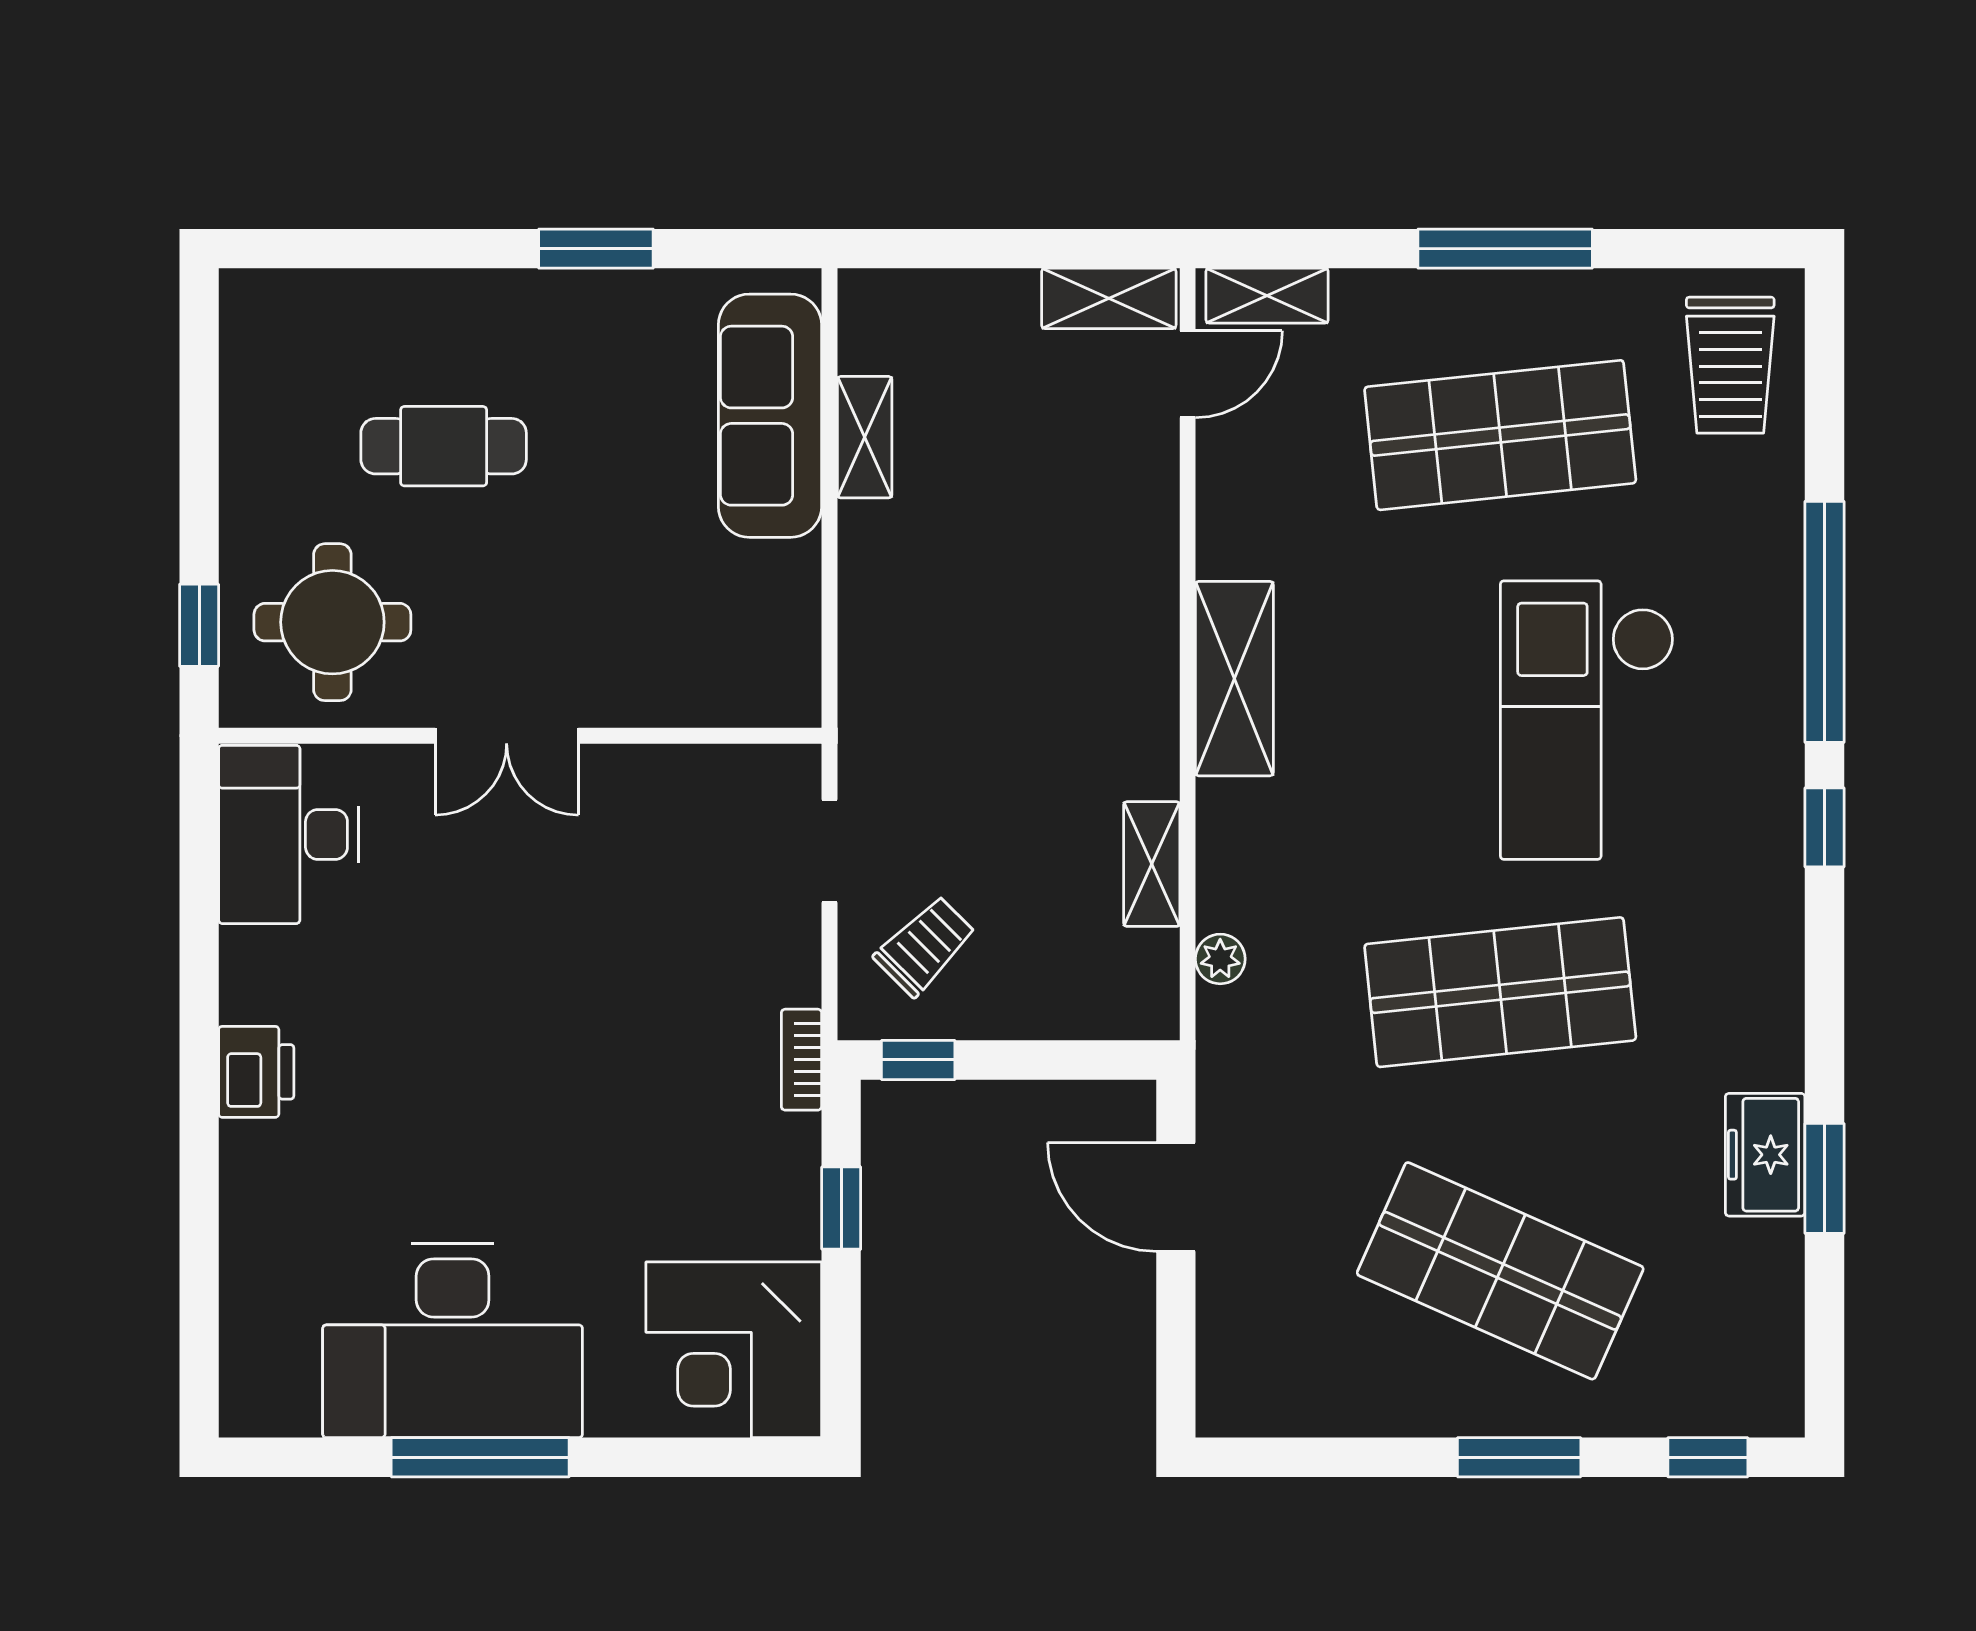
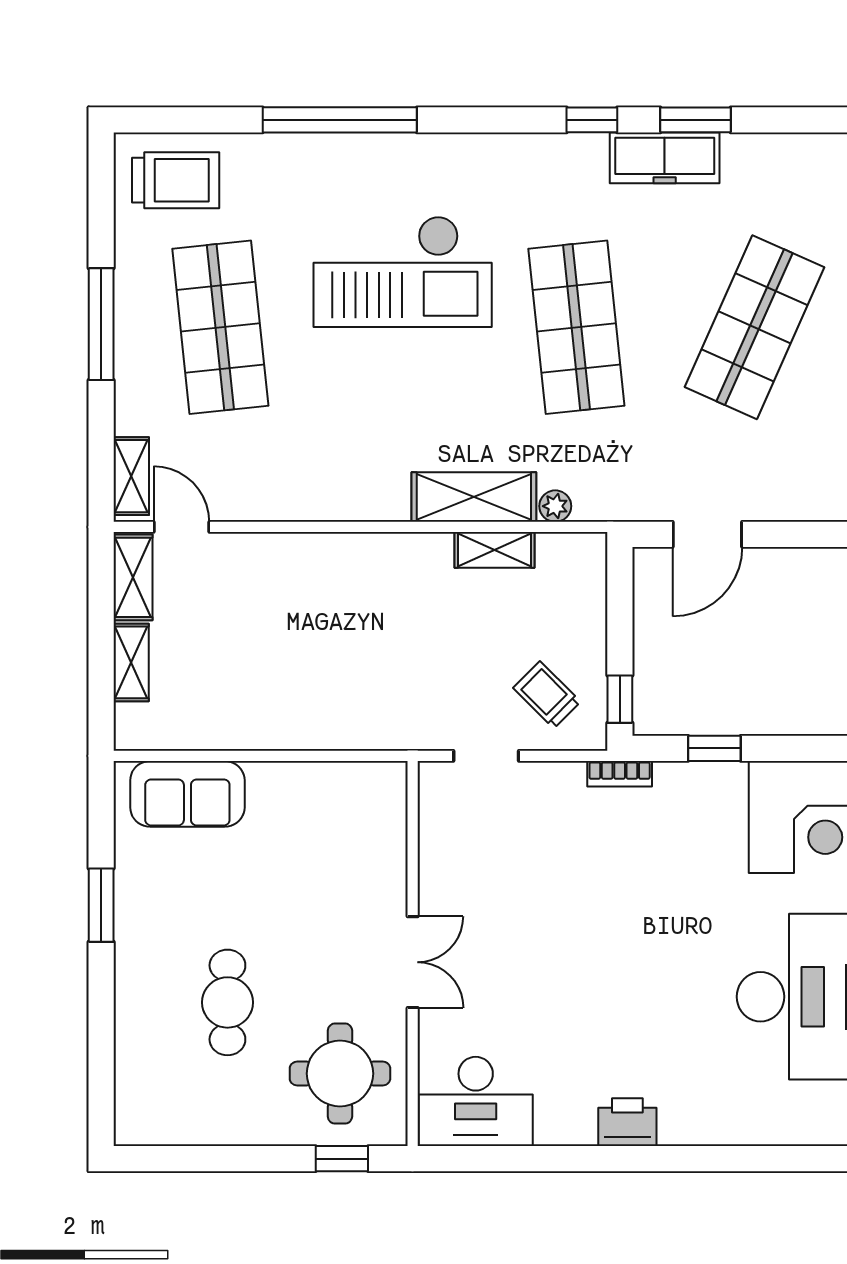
sofa: (770, 416) -> (187, 794), width x0.73
shelving: (865, 437) -> (131, 662), moved, turned 90
shelving: (1234, 679) -> (474, 497), moved
window: (1824, 827) -> (592, 120), moved
freezer: (1765, 1155) -> (665, 158), width x1.40

